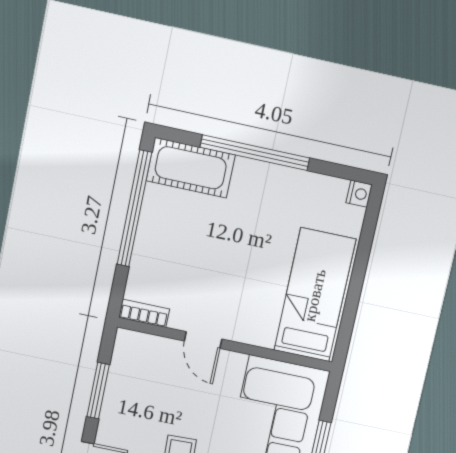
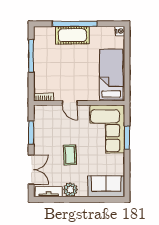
cot: (191, 168) -> (72, 35), moved
window: (134, 208) -> (31, 56), width x0.68

